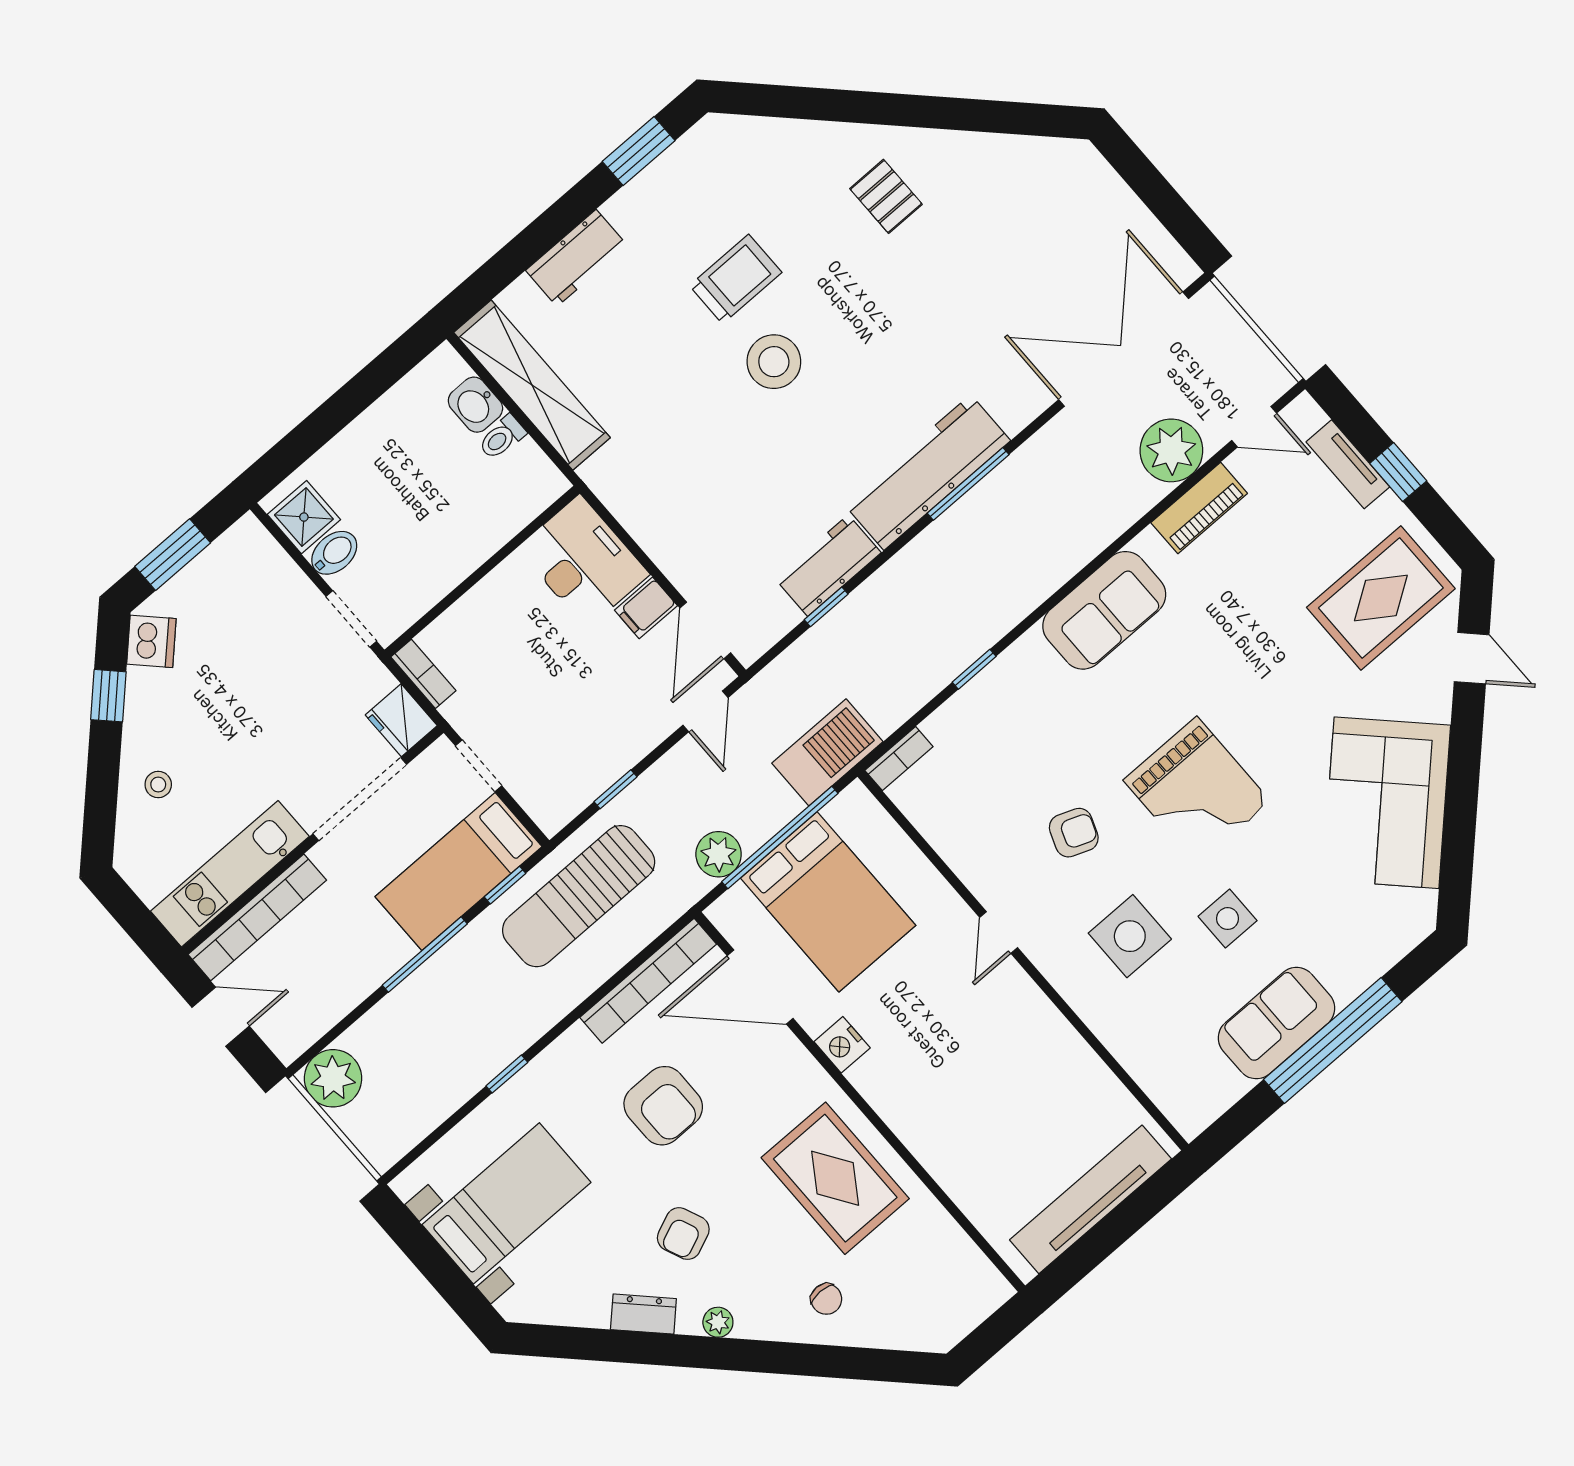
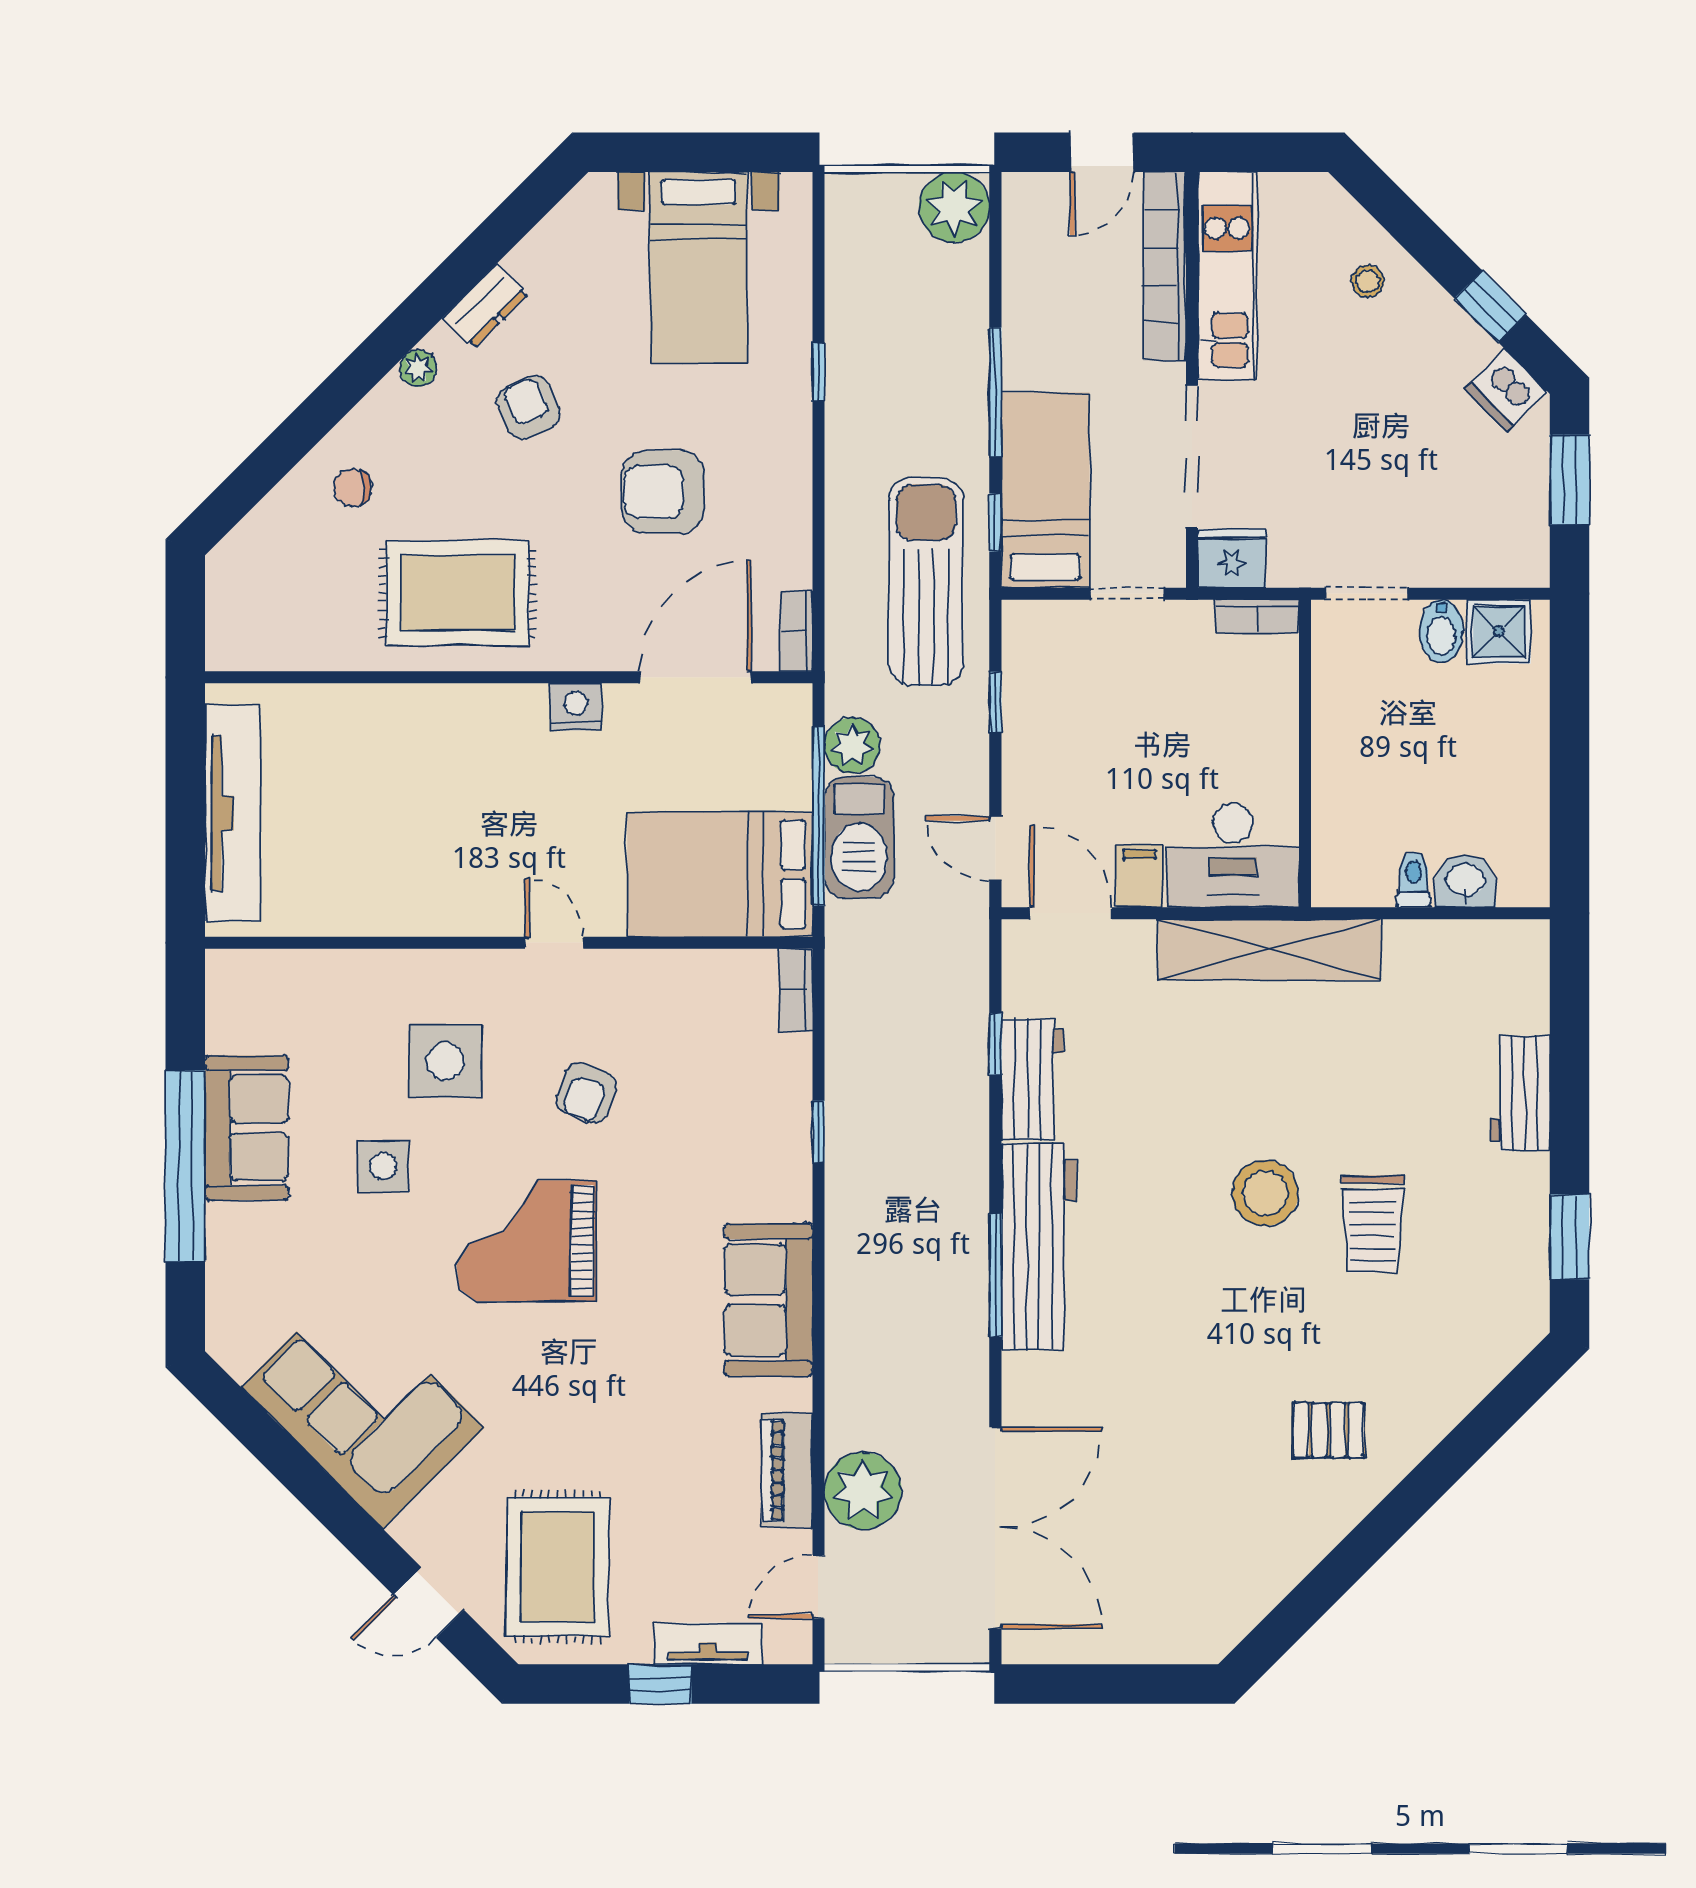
shelving: (532, 385) -> (1269, 950), moved
barbecue: (827, 752) -> (859, 838), moved
bed: (828, 902) -> (720, 874), moved
bookcase: (648, 981) -> (796, 631), width x0.43, depth x0.76

